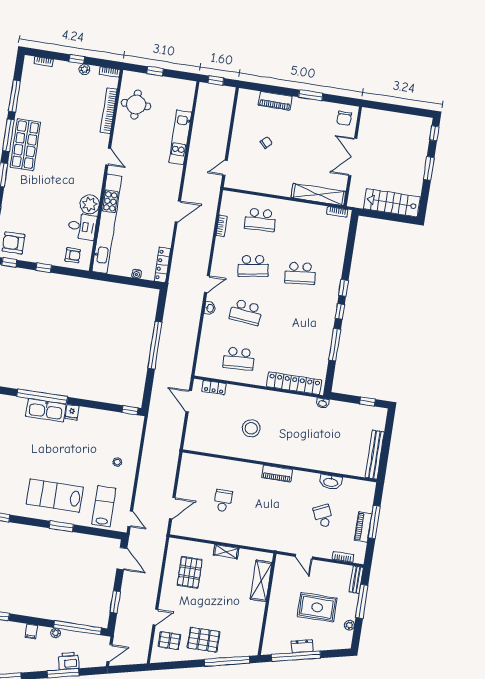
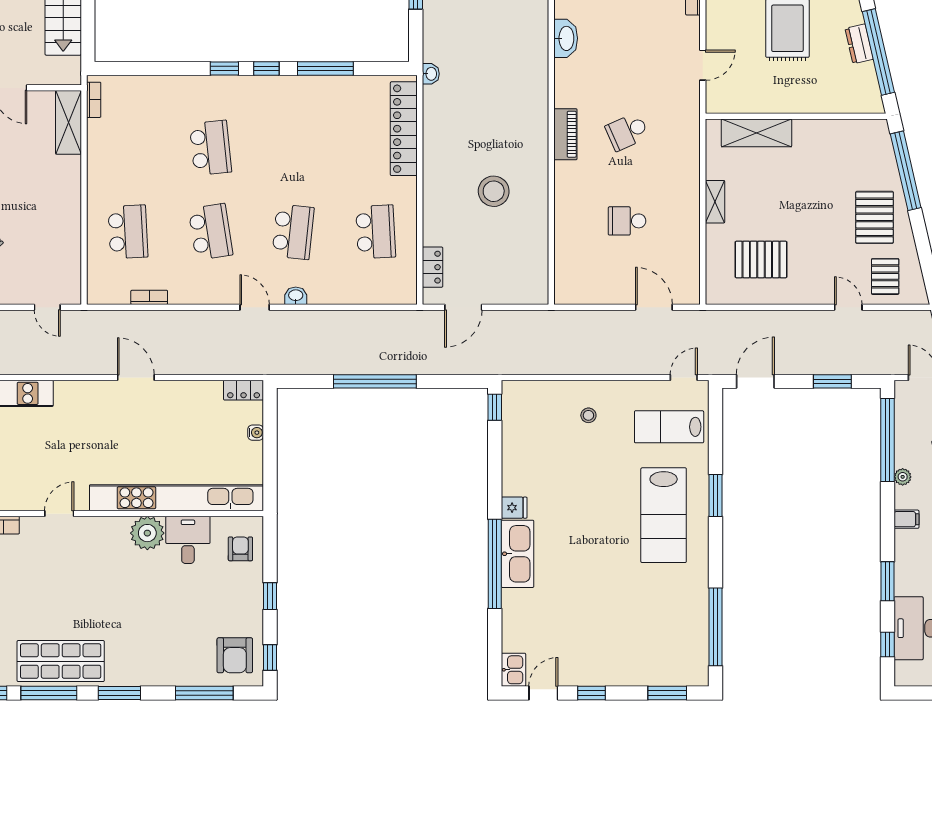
shelving: (318, 195) -> (68, 122), width x0.68
locker: (162, 265) -> (244, 390), width x0.66
school desk: (323, 516) -> (627, 132), moved

